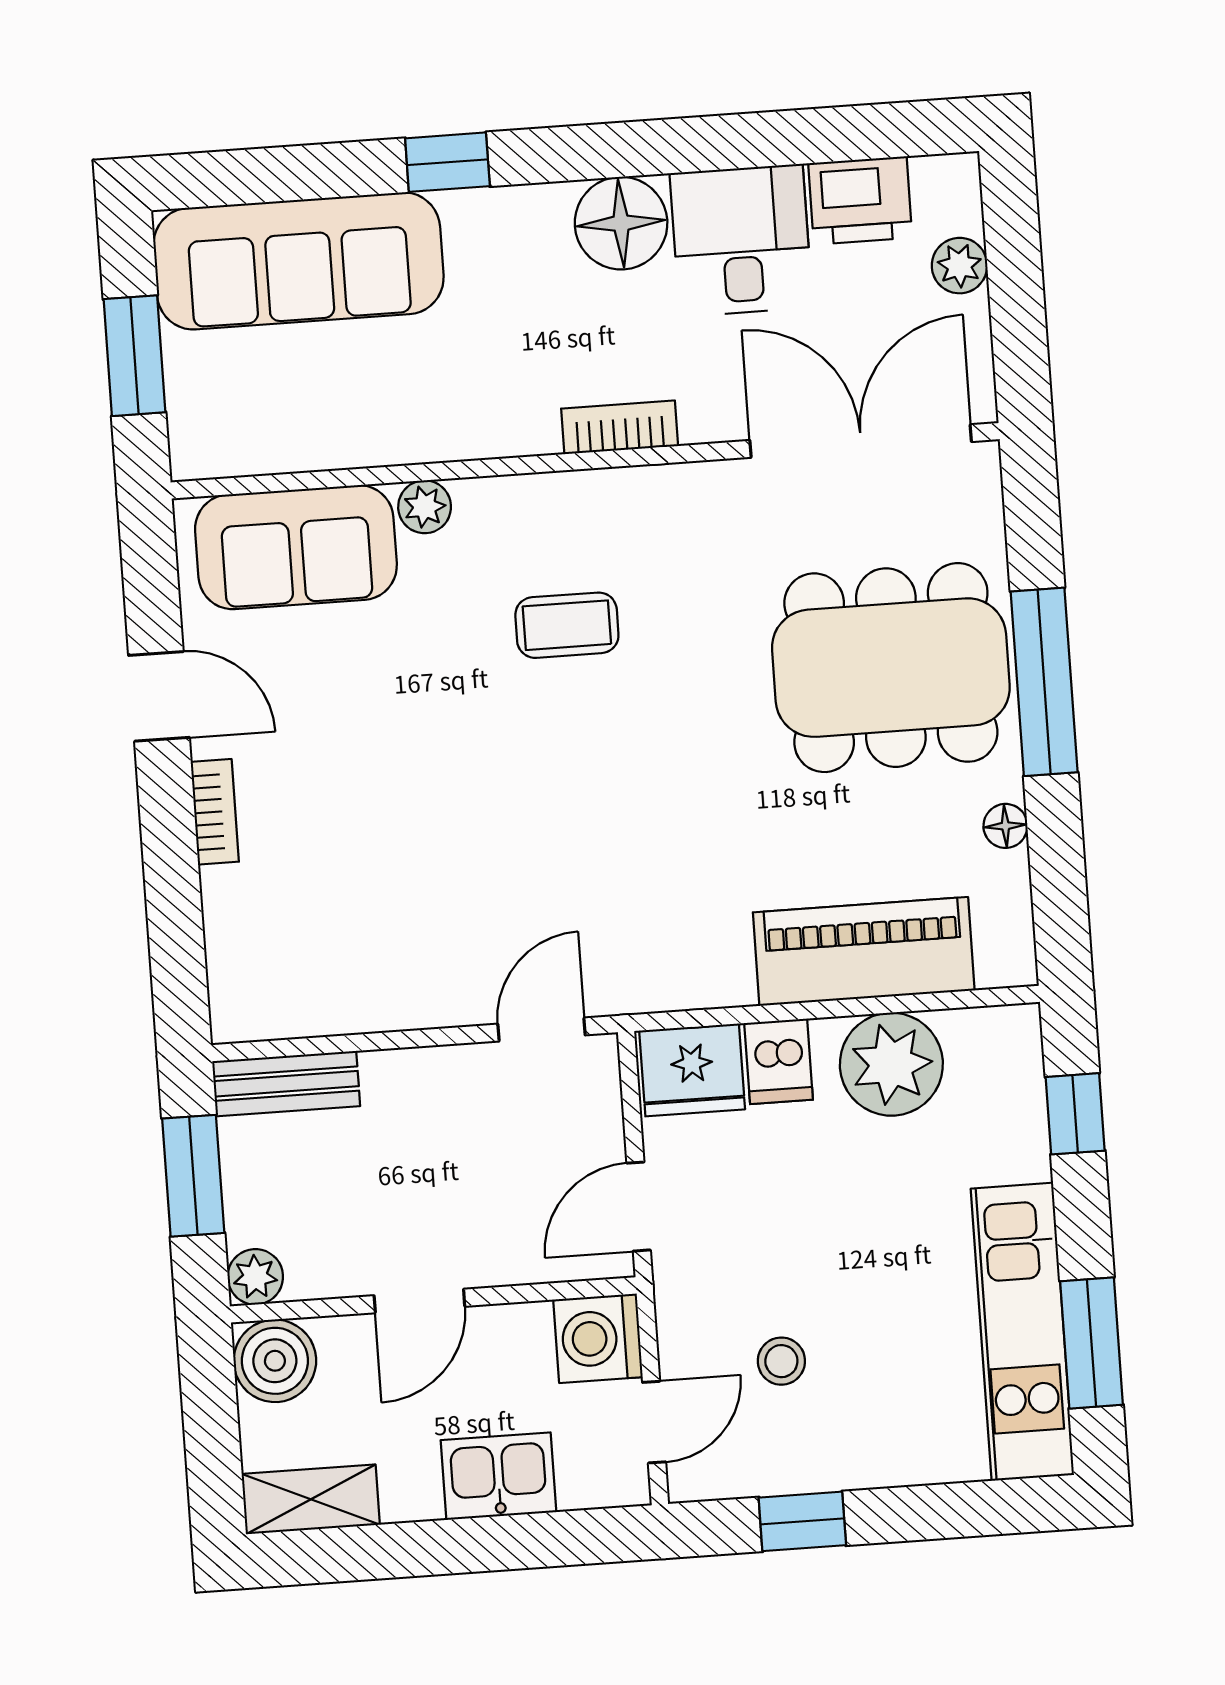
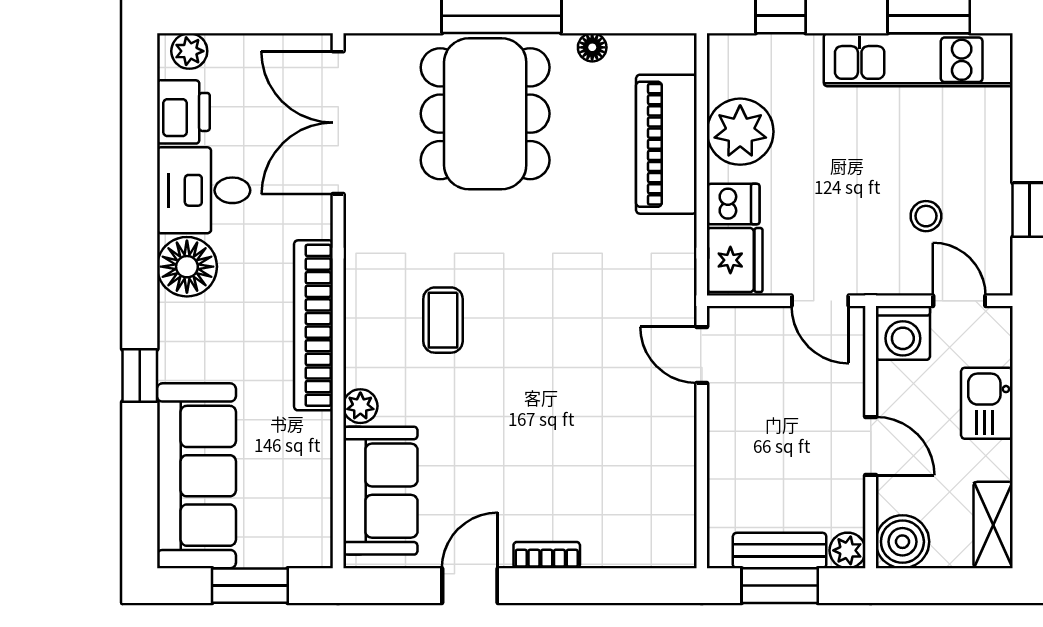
plant: (959, 266) -> (189, 51), moved
bookcase: (620, 427) -> (314, 325), width x2.31, depth x1.31
bench: (286, 1084) -> (780, 551), moved, turned 90

